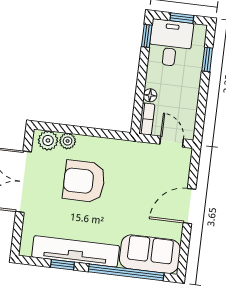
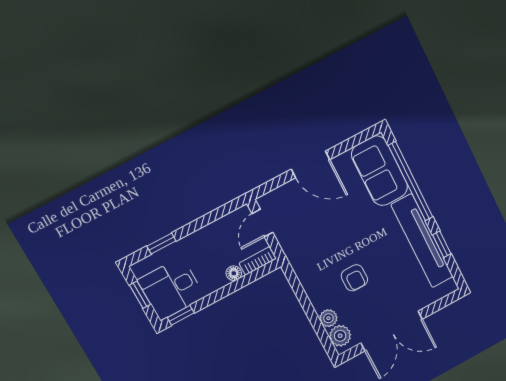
armchair: (84, 181) -> (354, 278), width x0.53, depth x0.53

